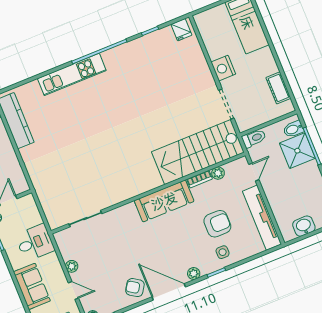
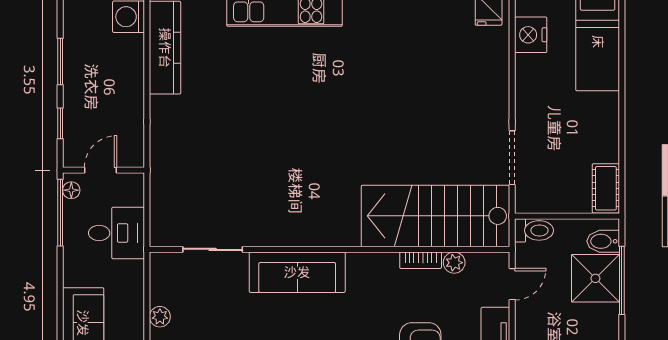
nightstand: (223, 68) -> (531, 35), moved
cot: (278, 88) -> (606, 188), moved
sofa: (164, 201) -> (297, 272), moved
desk: (35, 243) -> (116, 233), moved

